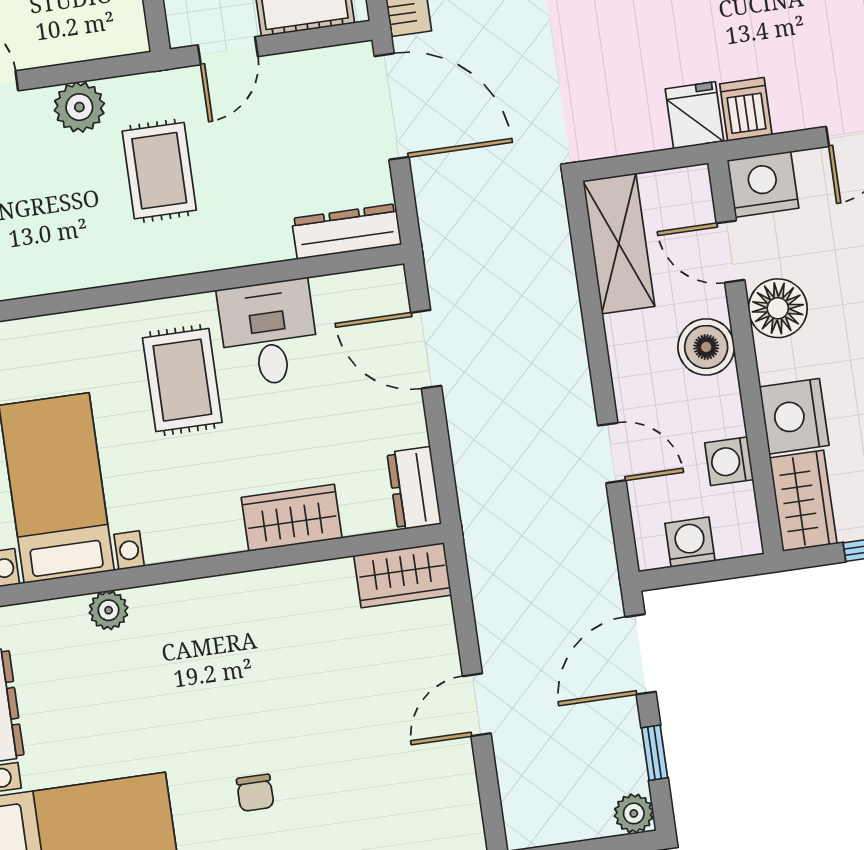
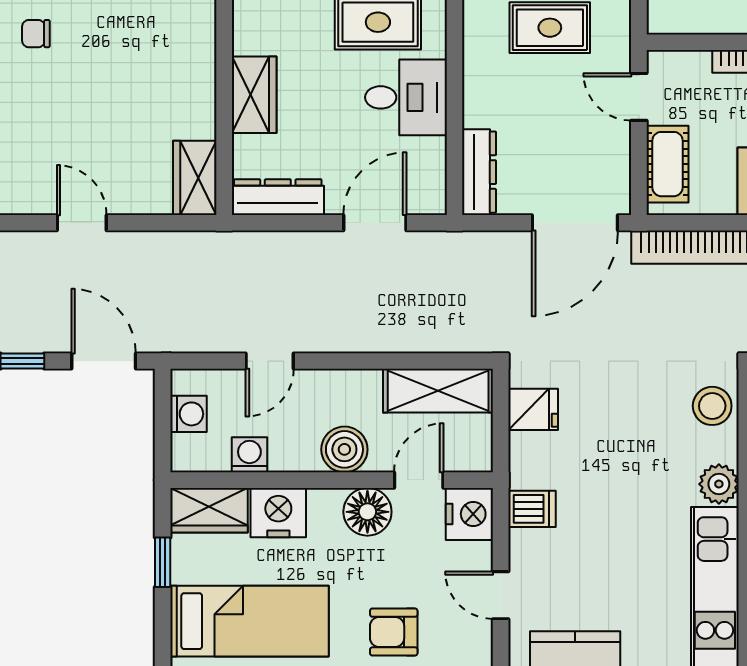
fridge: (695, 115) -> (533, 409), moved
dresser: (414, 488) -> (278, 197), width x1.44

